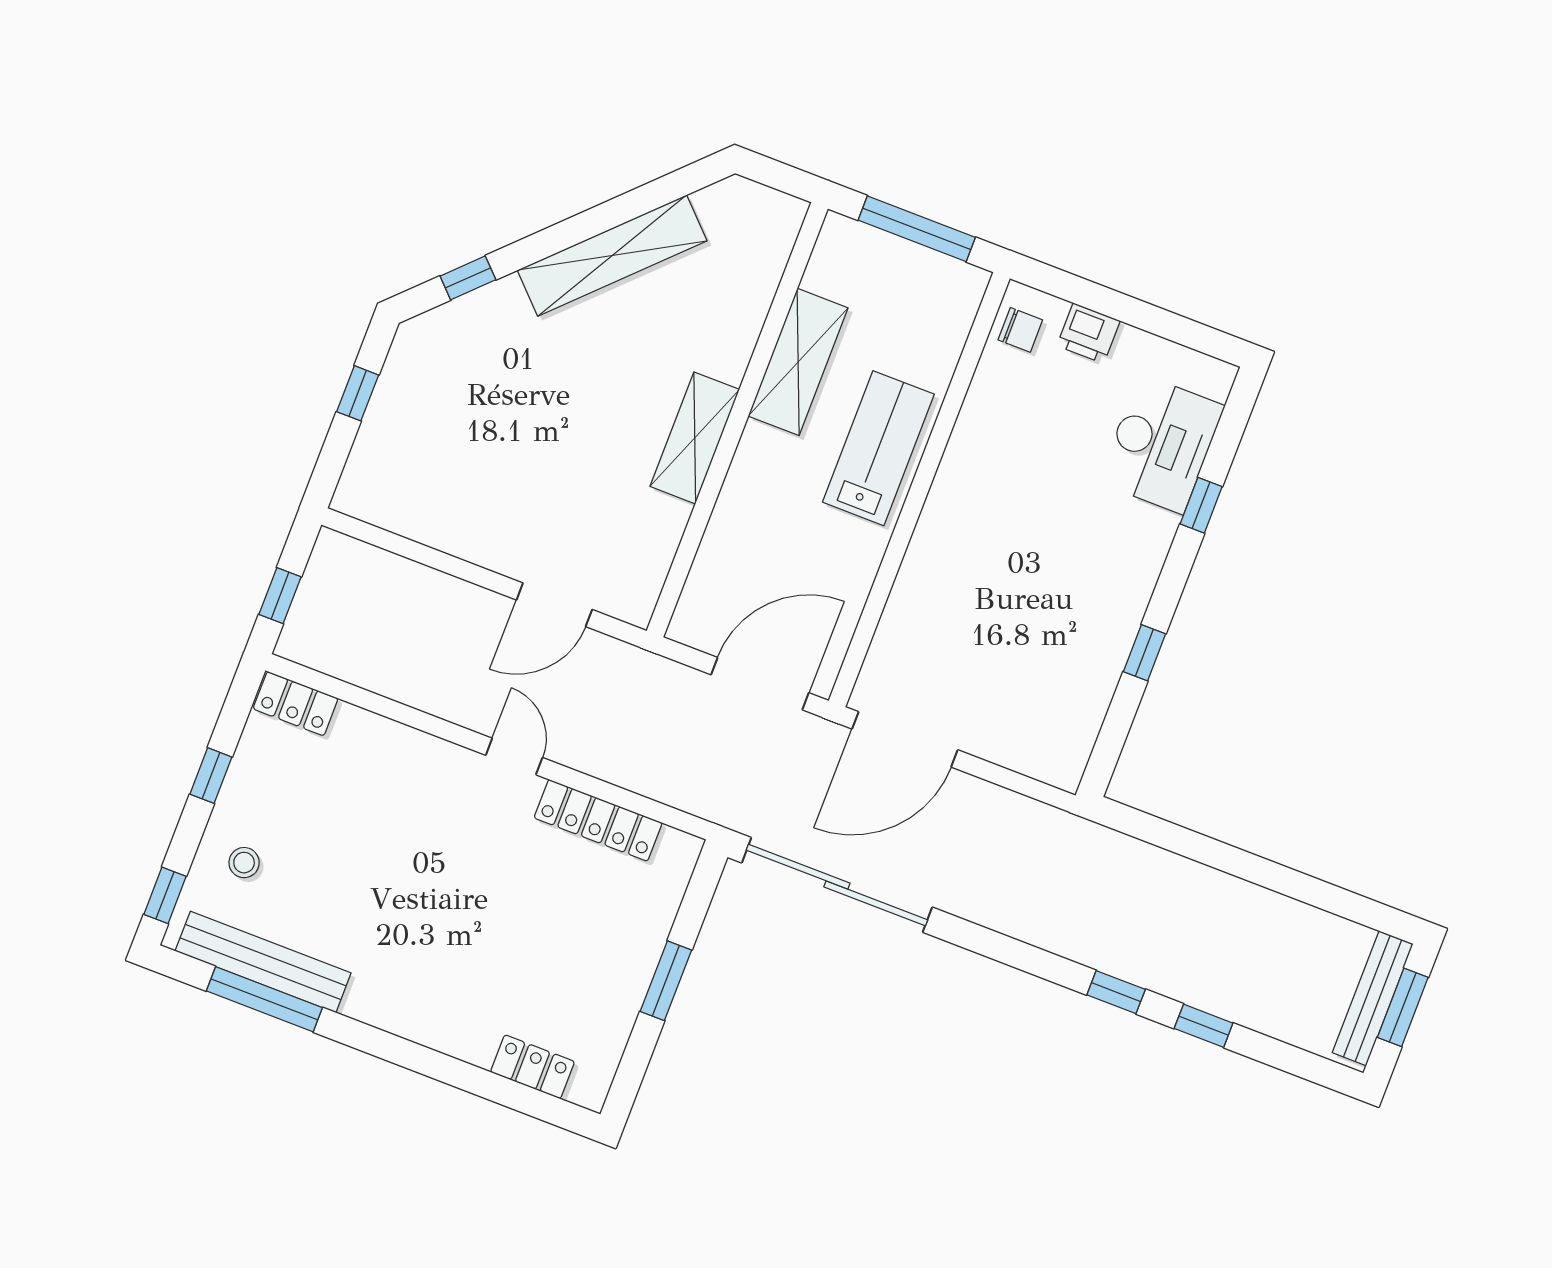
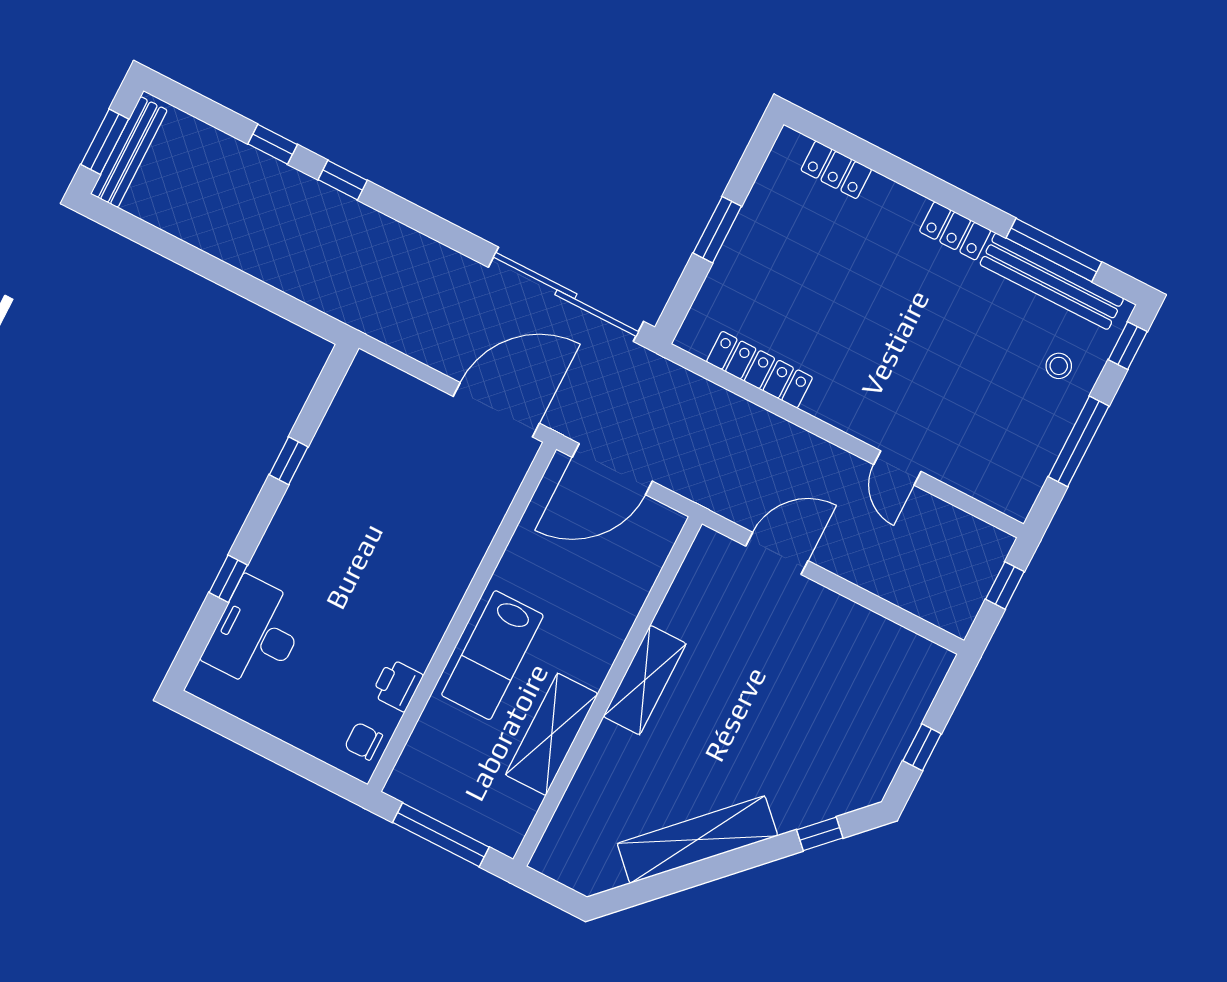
printer: (1088, 333) -> (397, 685), moved, turned -90
locker: (296, 704) -> (955, 231), moved, turned 180
door: (514, 756) -> (897, 468), moved
window: (211, 776) -> (1079, 441), width x2.17

